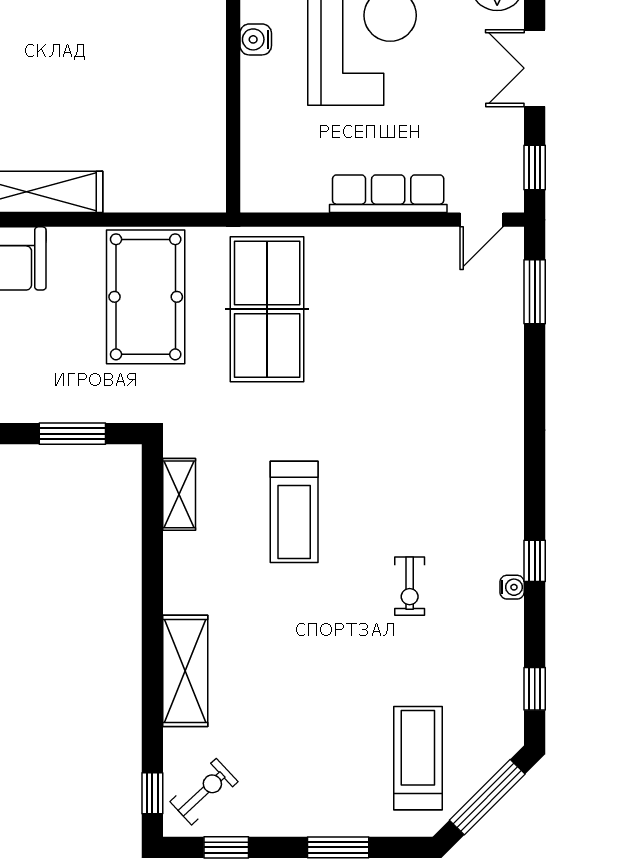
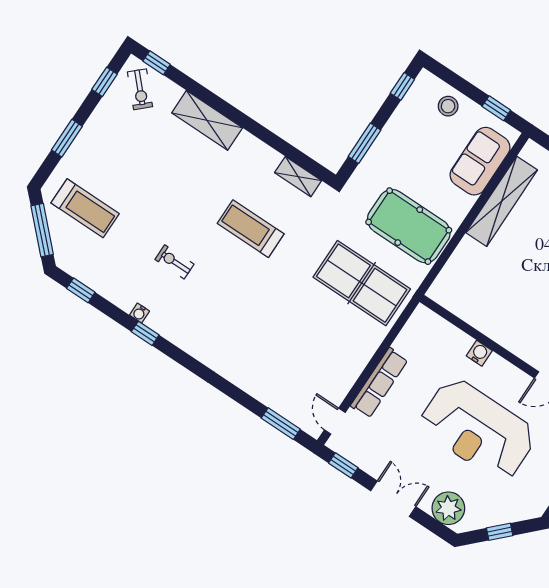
water cooler: (256, 39) -> (479, 353), moved

